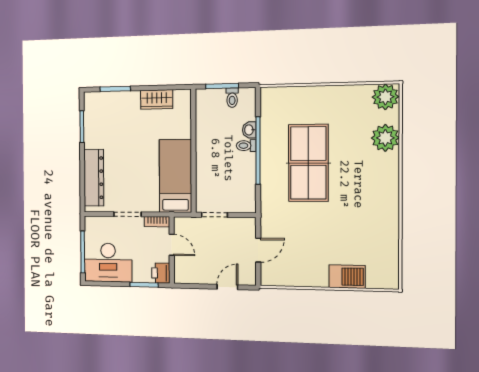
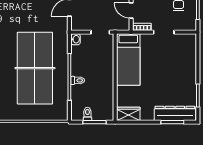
wardrobe: (157, 99) -> (128, 114), moved
washbasin: (249, 130) -> (76, 39), moved
table tennis table: (308, 163) -> (35, 68), width x1.36, depth x1.32
dresser: (94, 178) -> (175, 113), moved, turned 90

